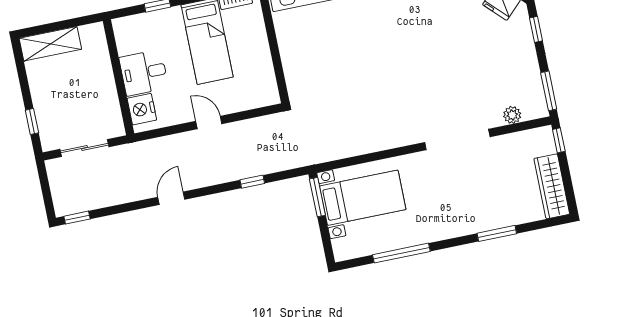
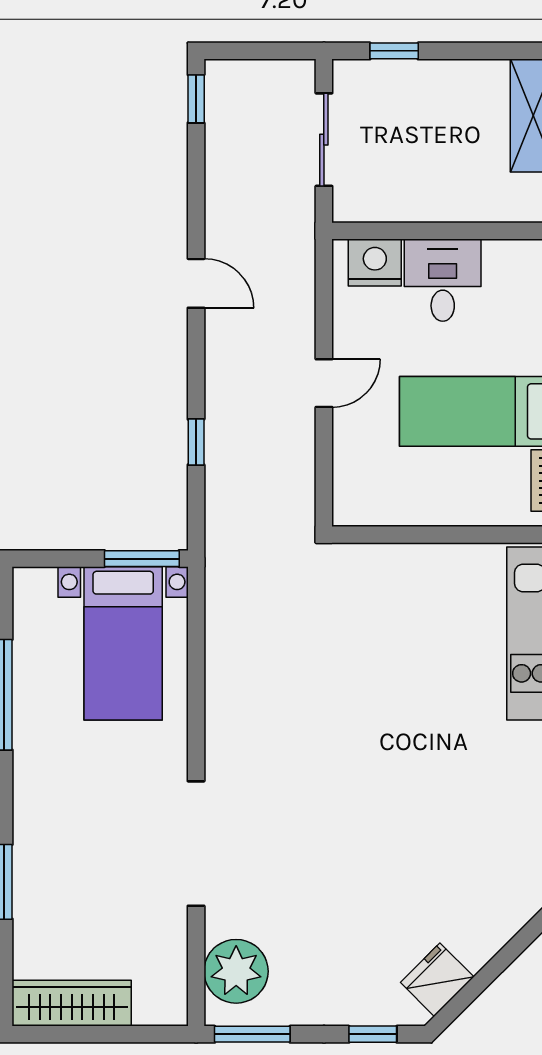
plant: (512, 115) -> (236, 971), width x1.87, depth x1.87
window: (559, 140) -> (155, 1034), removed

